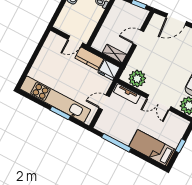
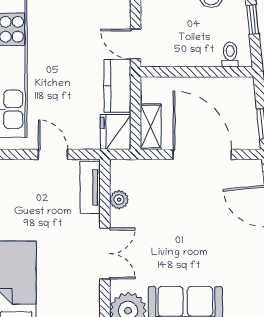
door: (138, 38) -> (202, 154), width x1.87
plant: (137, 79) -> (119, 200), width x0.53, depth x0.53
double door: (159, 102) -> (105, 254), swing flipped

